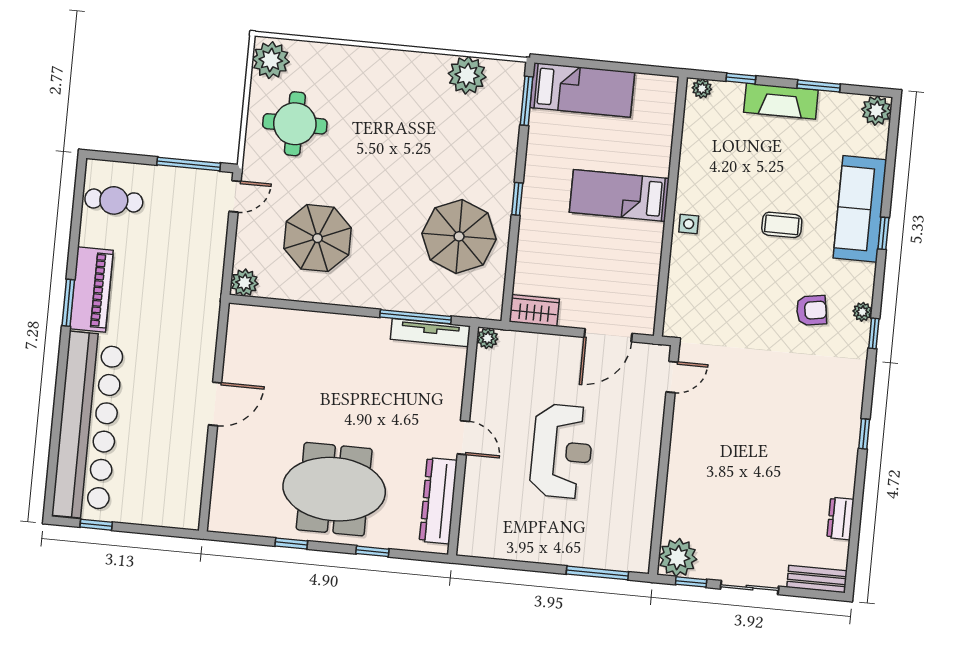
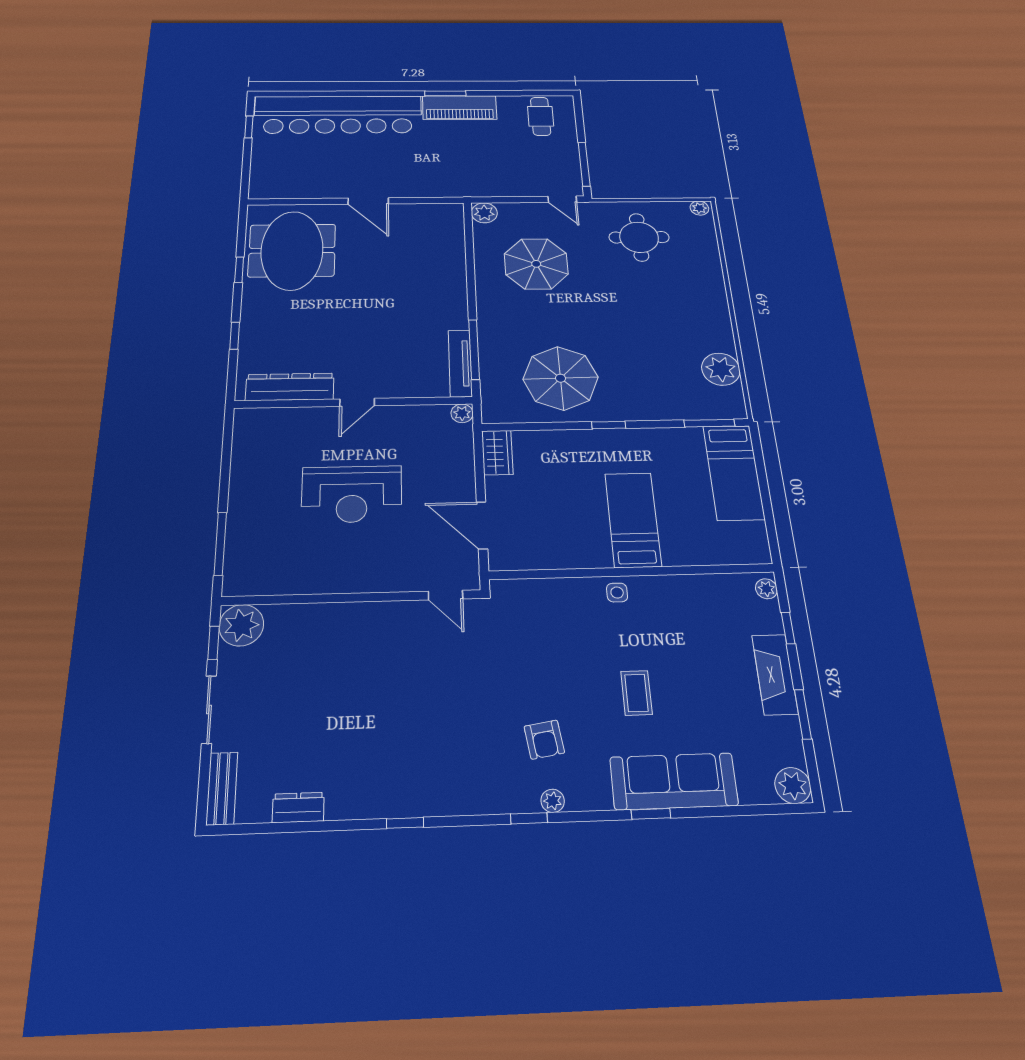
plant: (271, 60) -> (699, 208), width x0.53, depth x0.53
meeting table: (334, 489) -> (292, 250), moved

